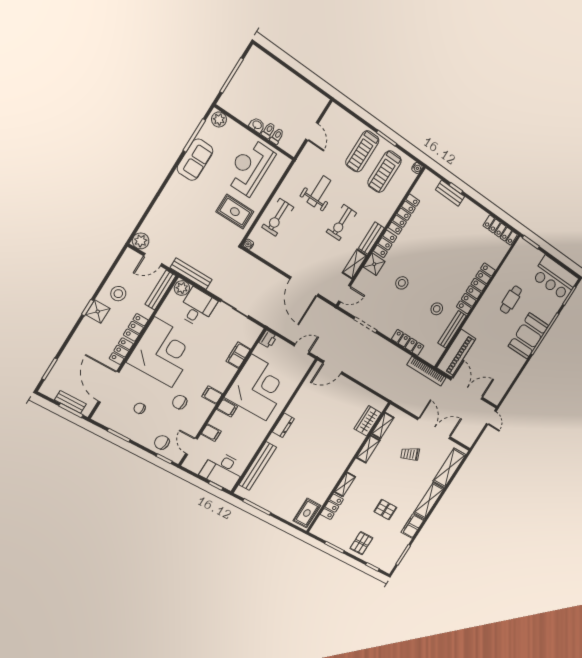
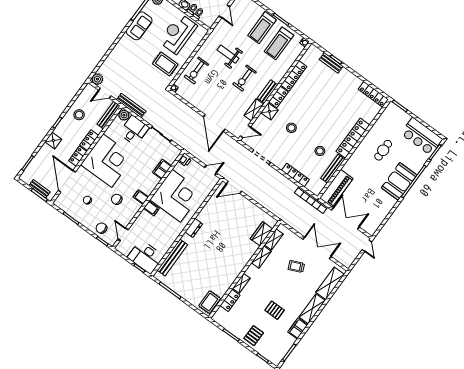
weight bench: (319, 191) -> (228, 54), turned -90
shower: (98, 312) -> (53, 140), moved
filing cabinet: (211, 433) -> (138, 226), removed

